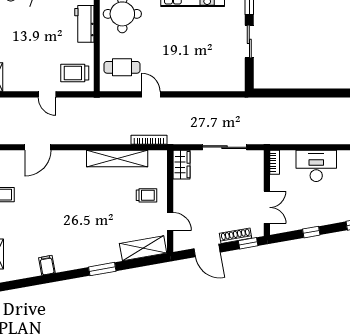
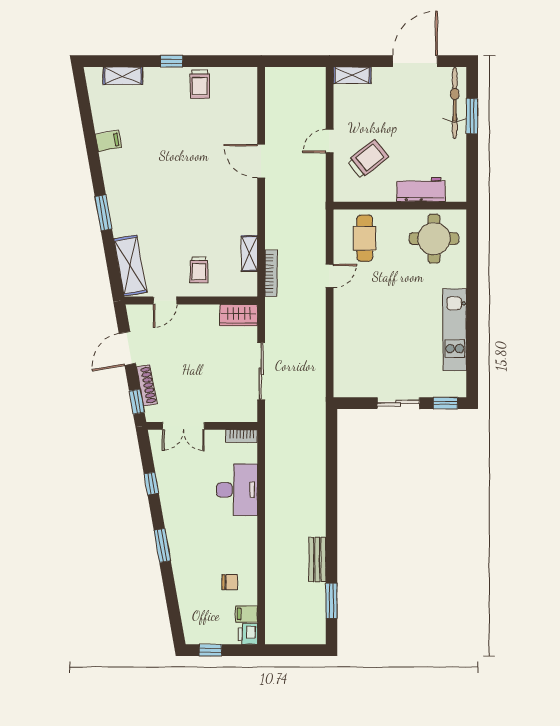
trolley: (75, 73) -> (368, 159), moved, turned 51
door: (38, 147) -> (261, 161), moved
shelving: (117, 158) -> (249, 254), width x0.45, depth x0.75

